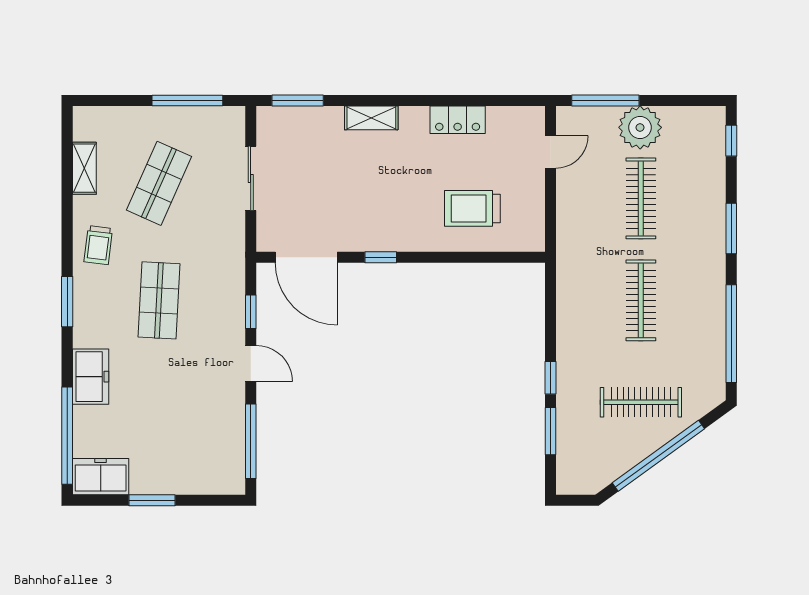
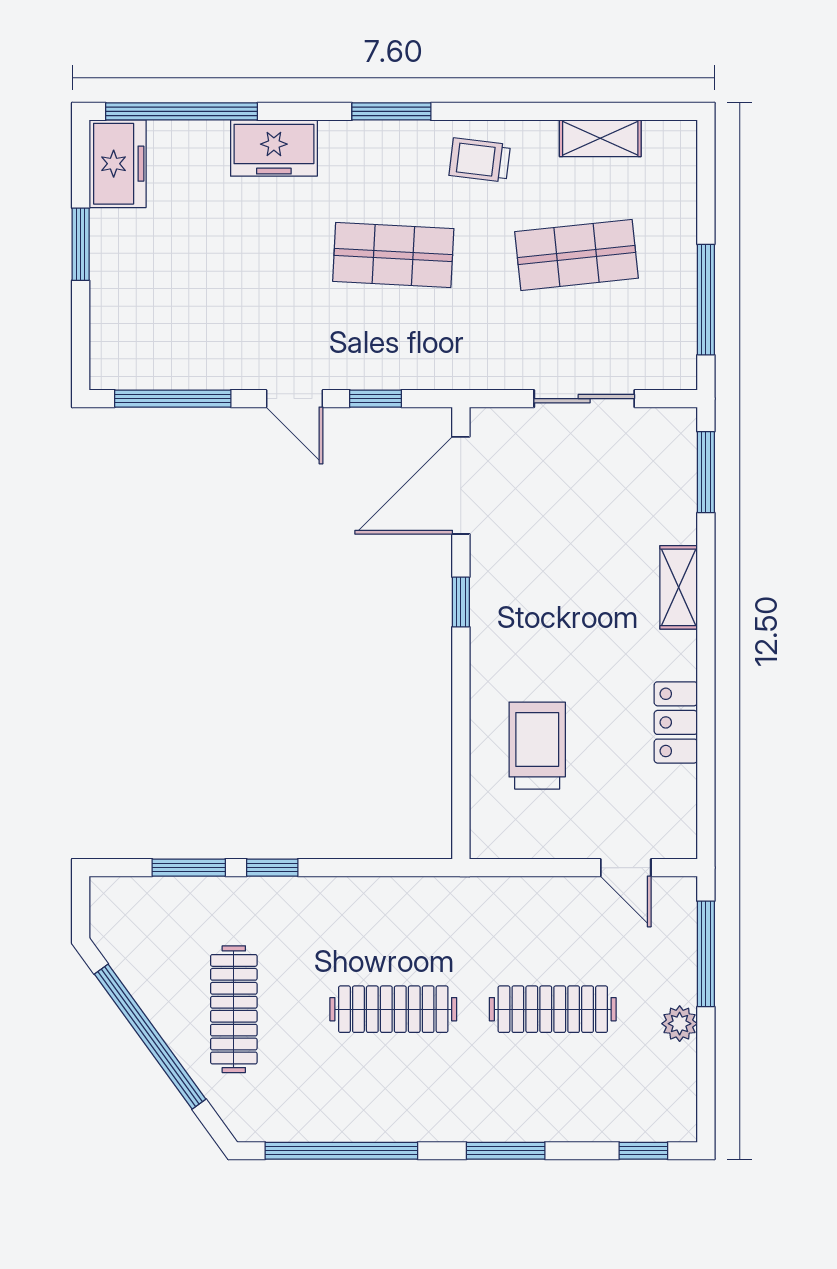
plant: (640, 127) -> (680, 1024), width x0.53, depth x0.53
shop shelf: (159, 183) -> (577, 255), turned -30
door: (251, 363) -> (295, 399), hinge flipped

